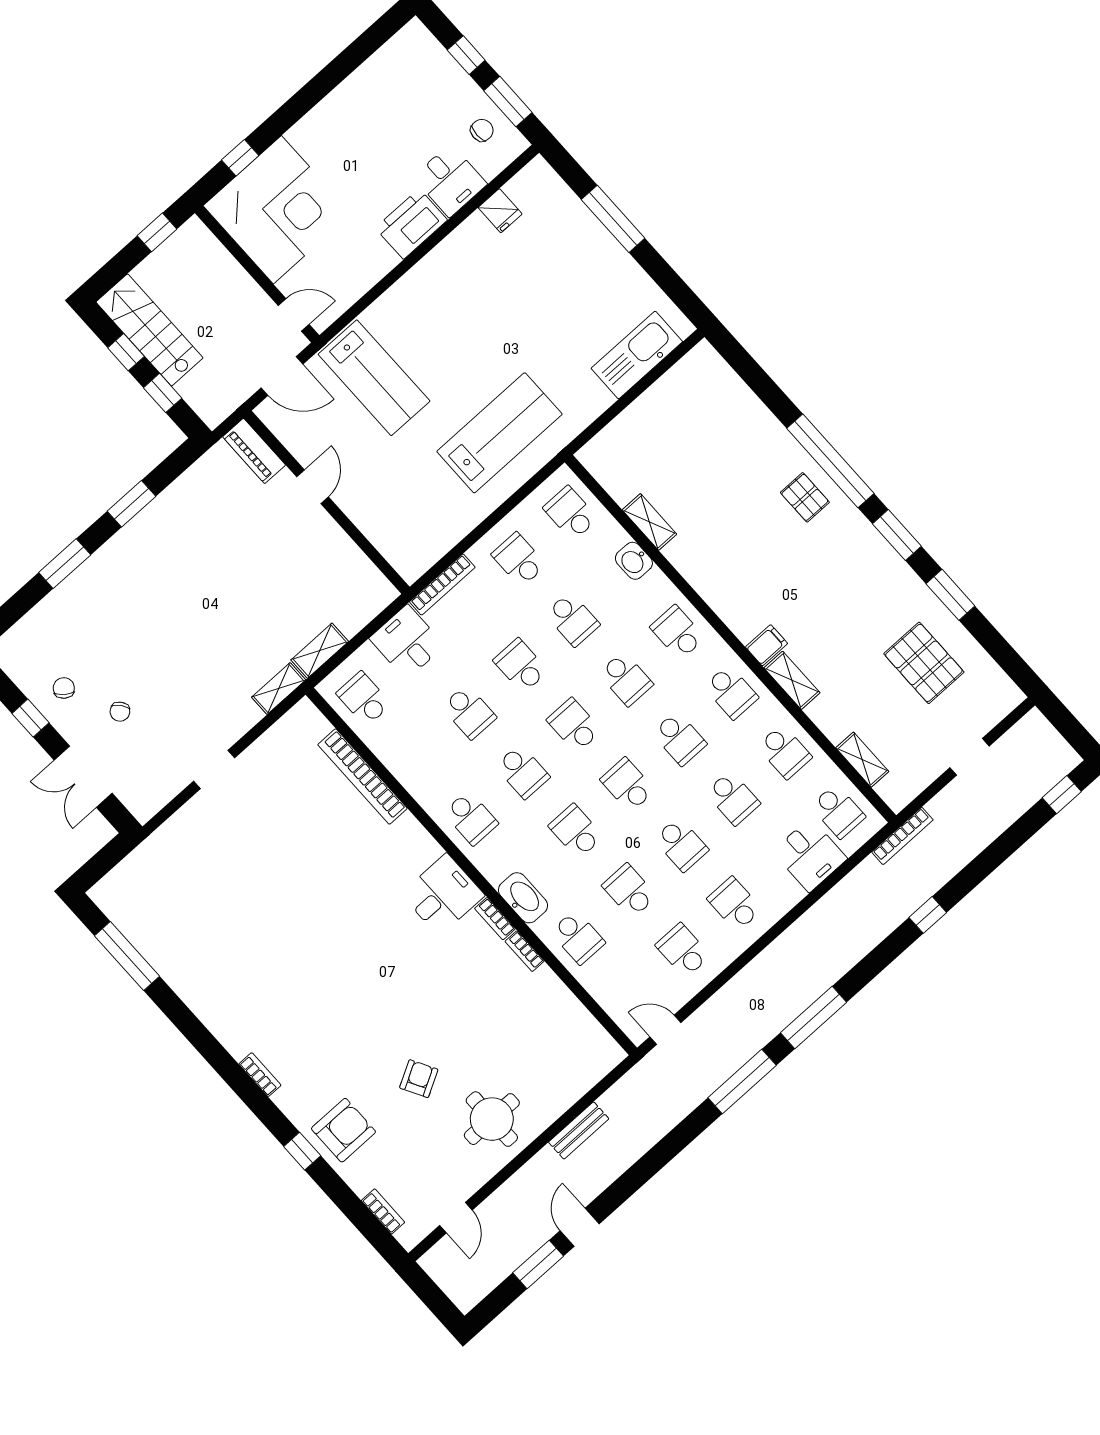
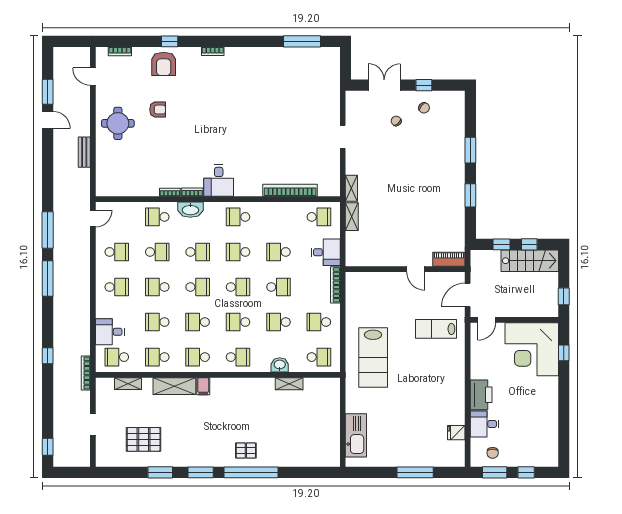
lab bench: (374, 378) -> (436, 329), width x0.73, depth x0.72
school desk: (519, 560) -> (319, 322), turned 180
shelving: (792, 680) -> (174, 386), width x1.50, depth x1.33
armchair: (419, 1079) -> (158, 110), turned -61

